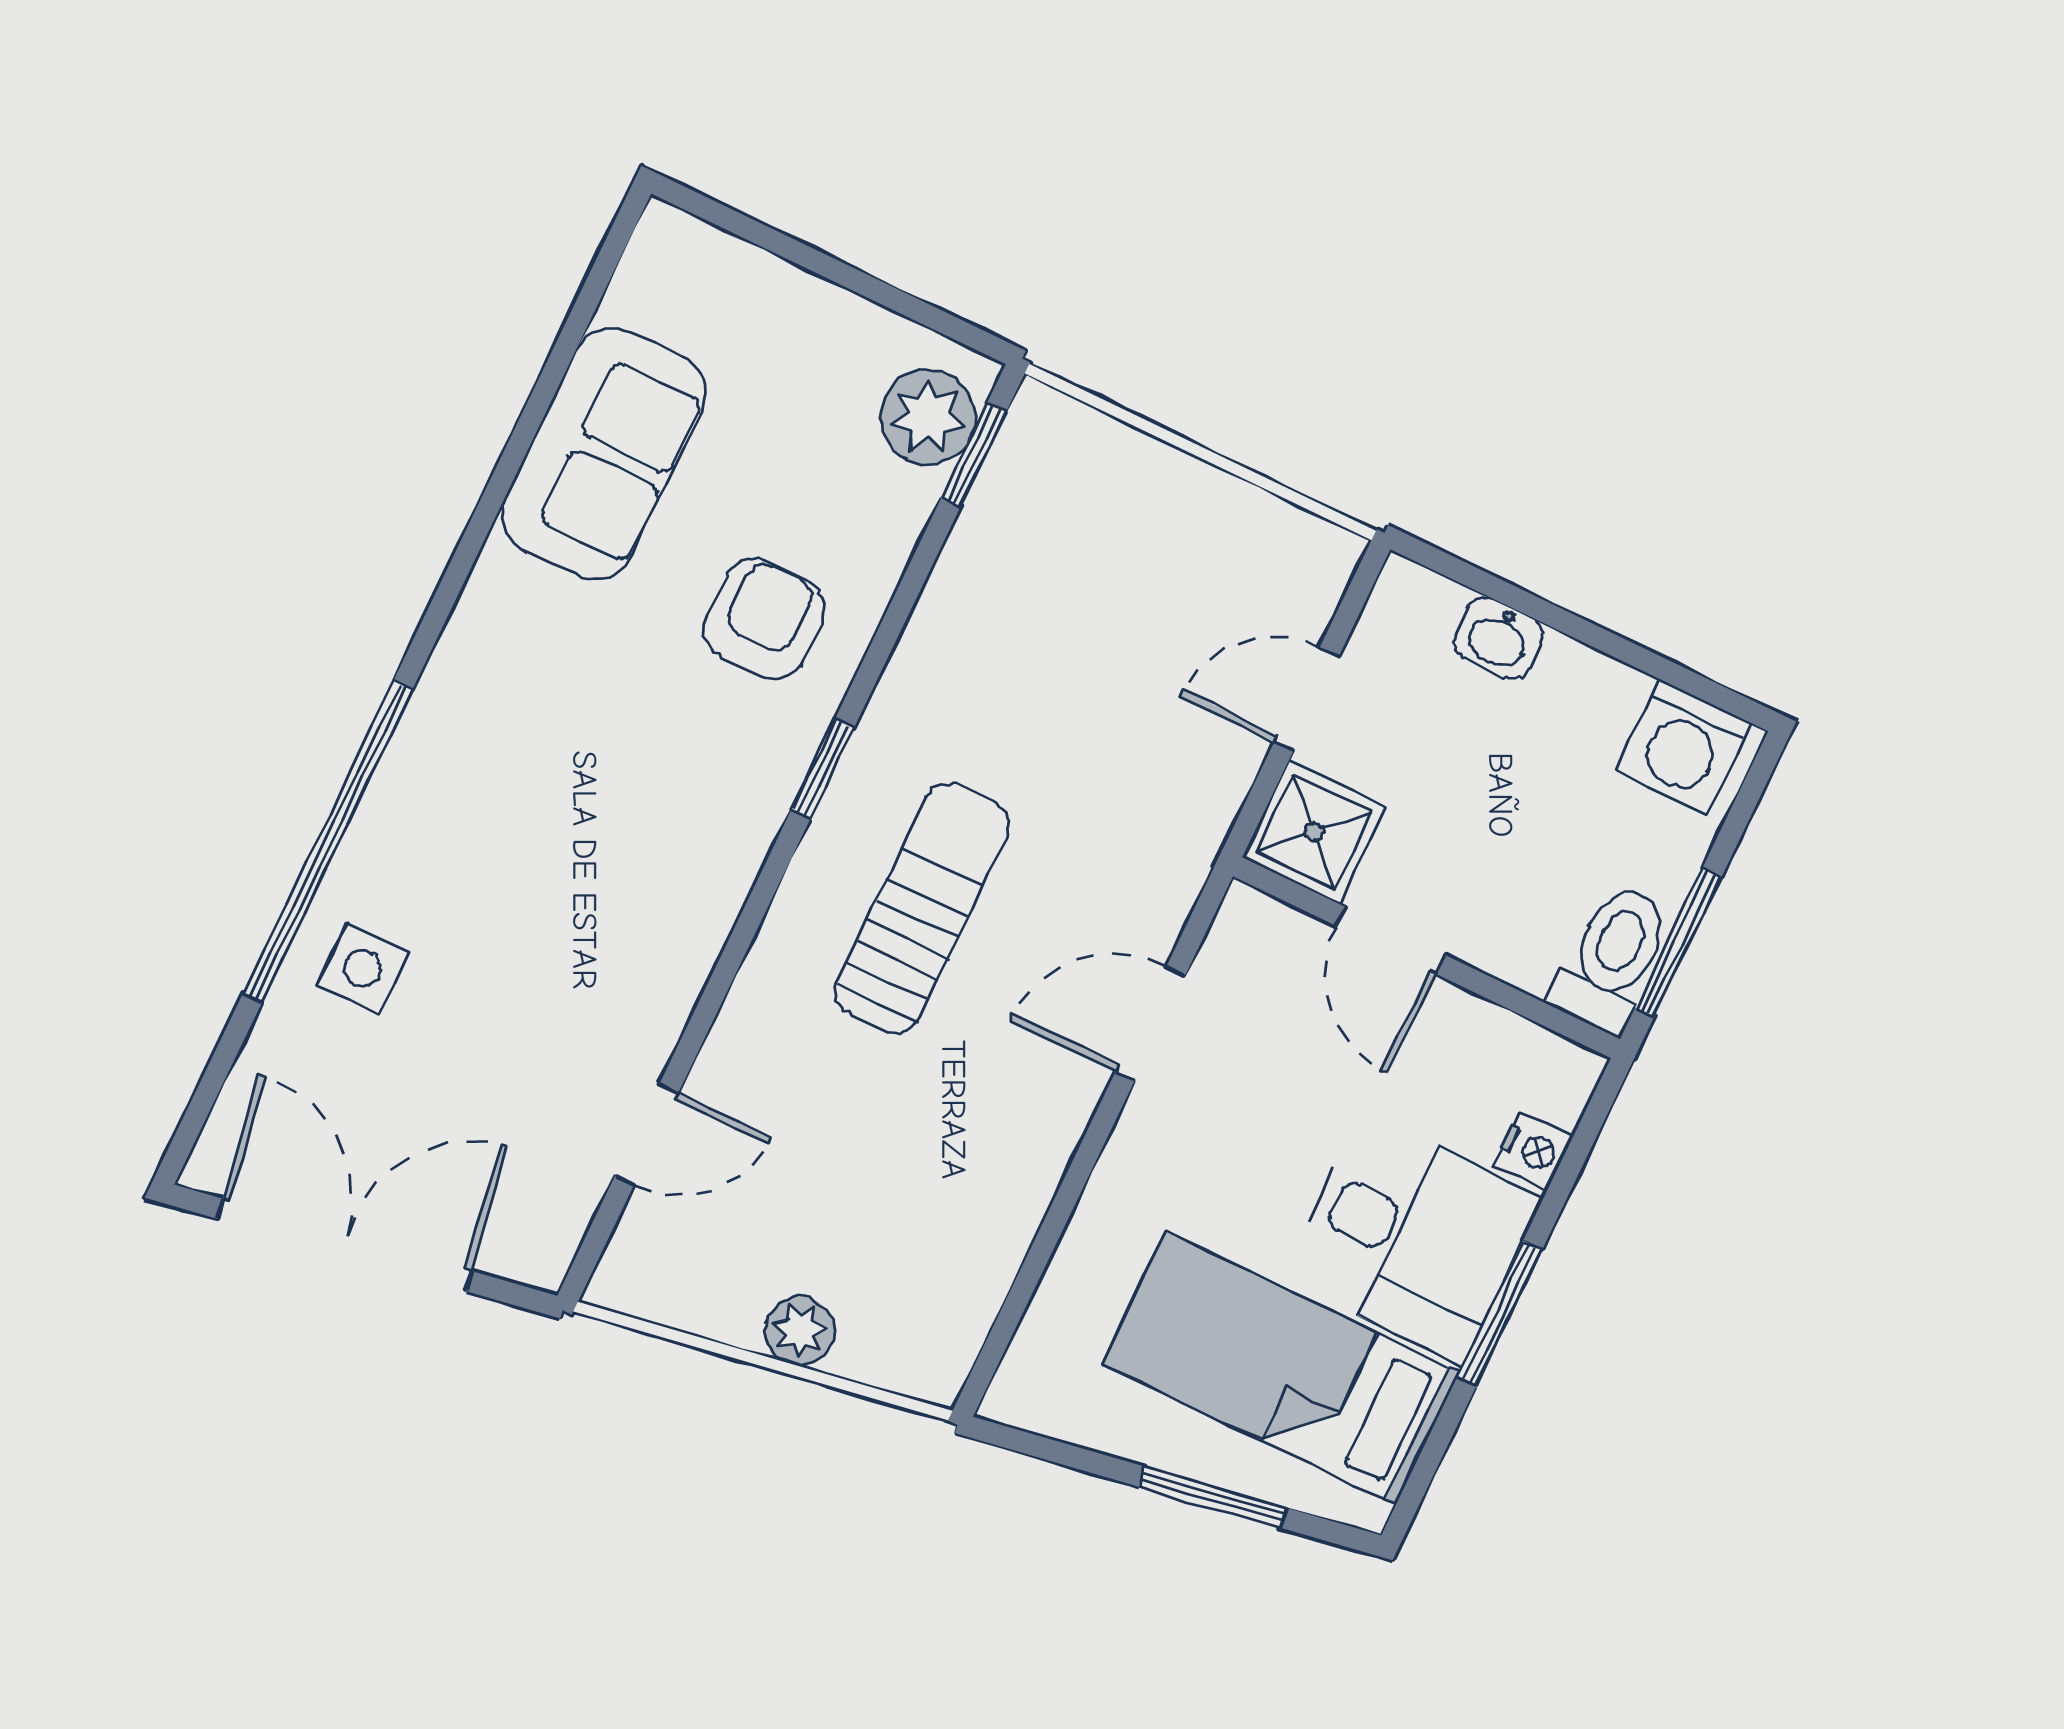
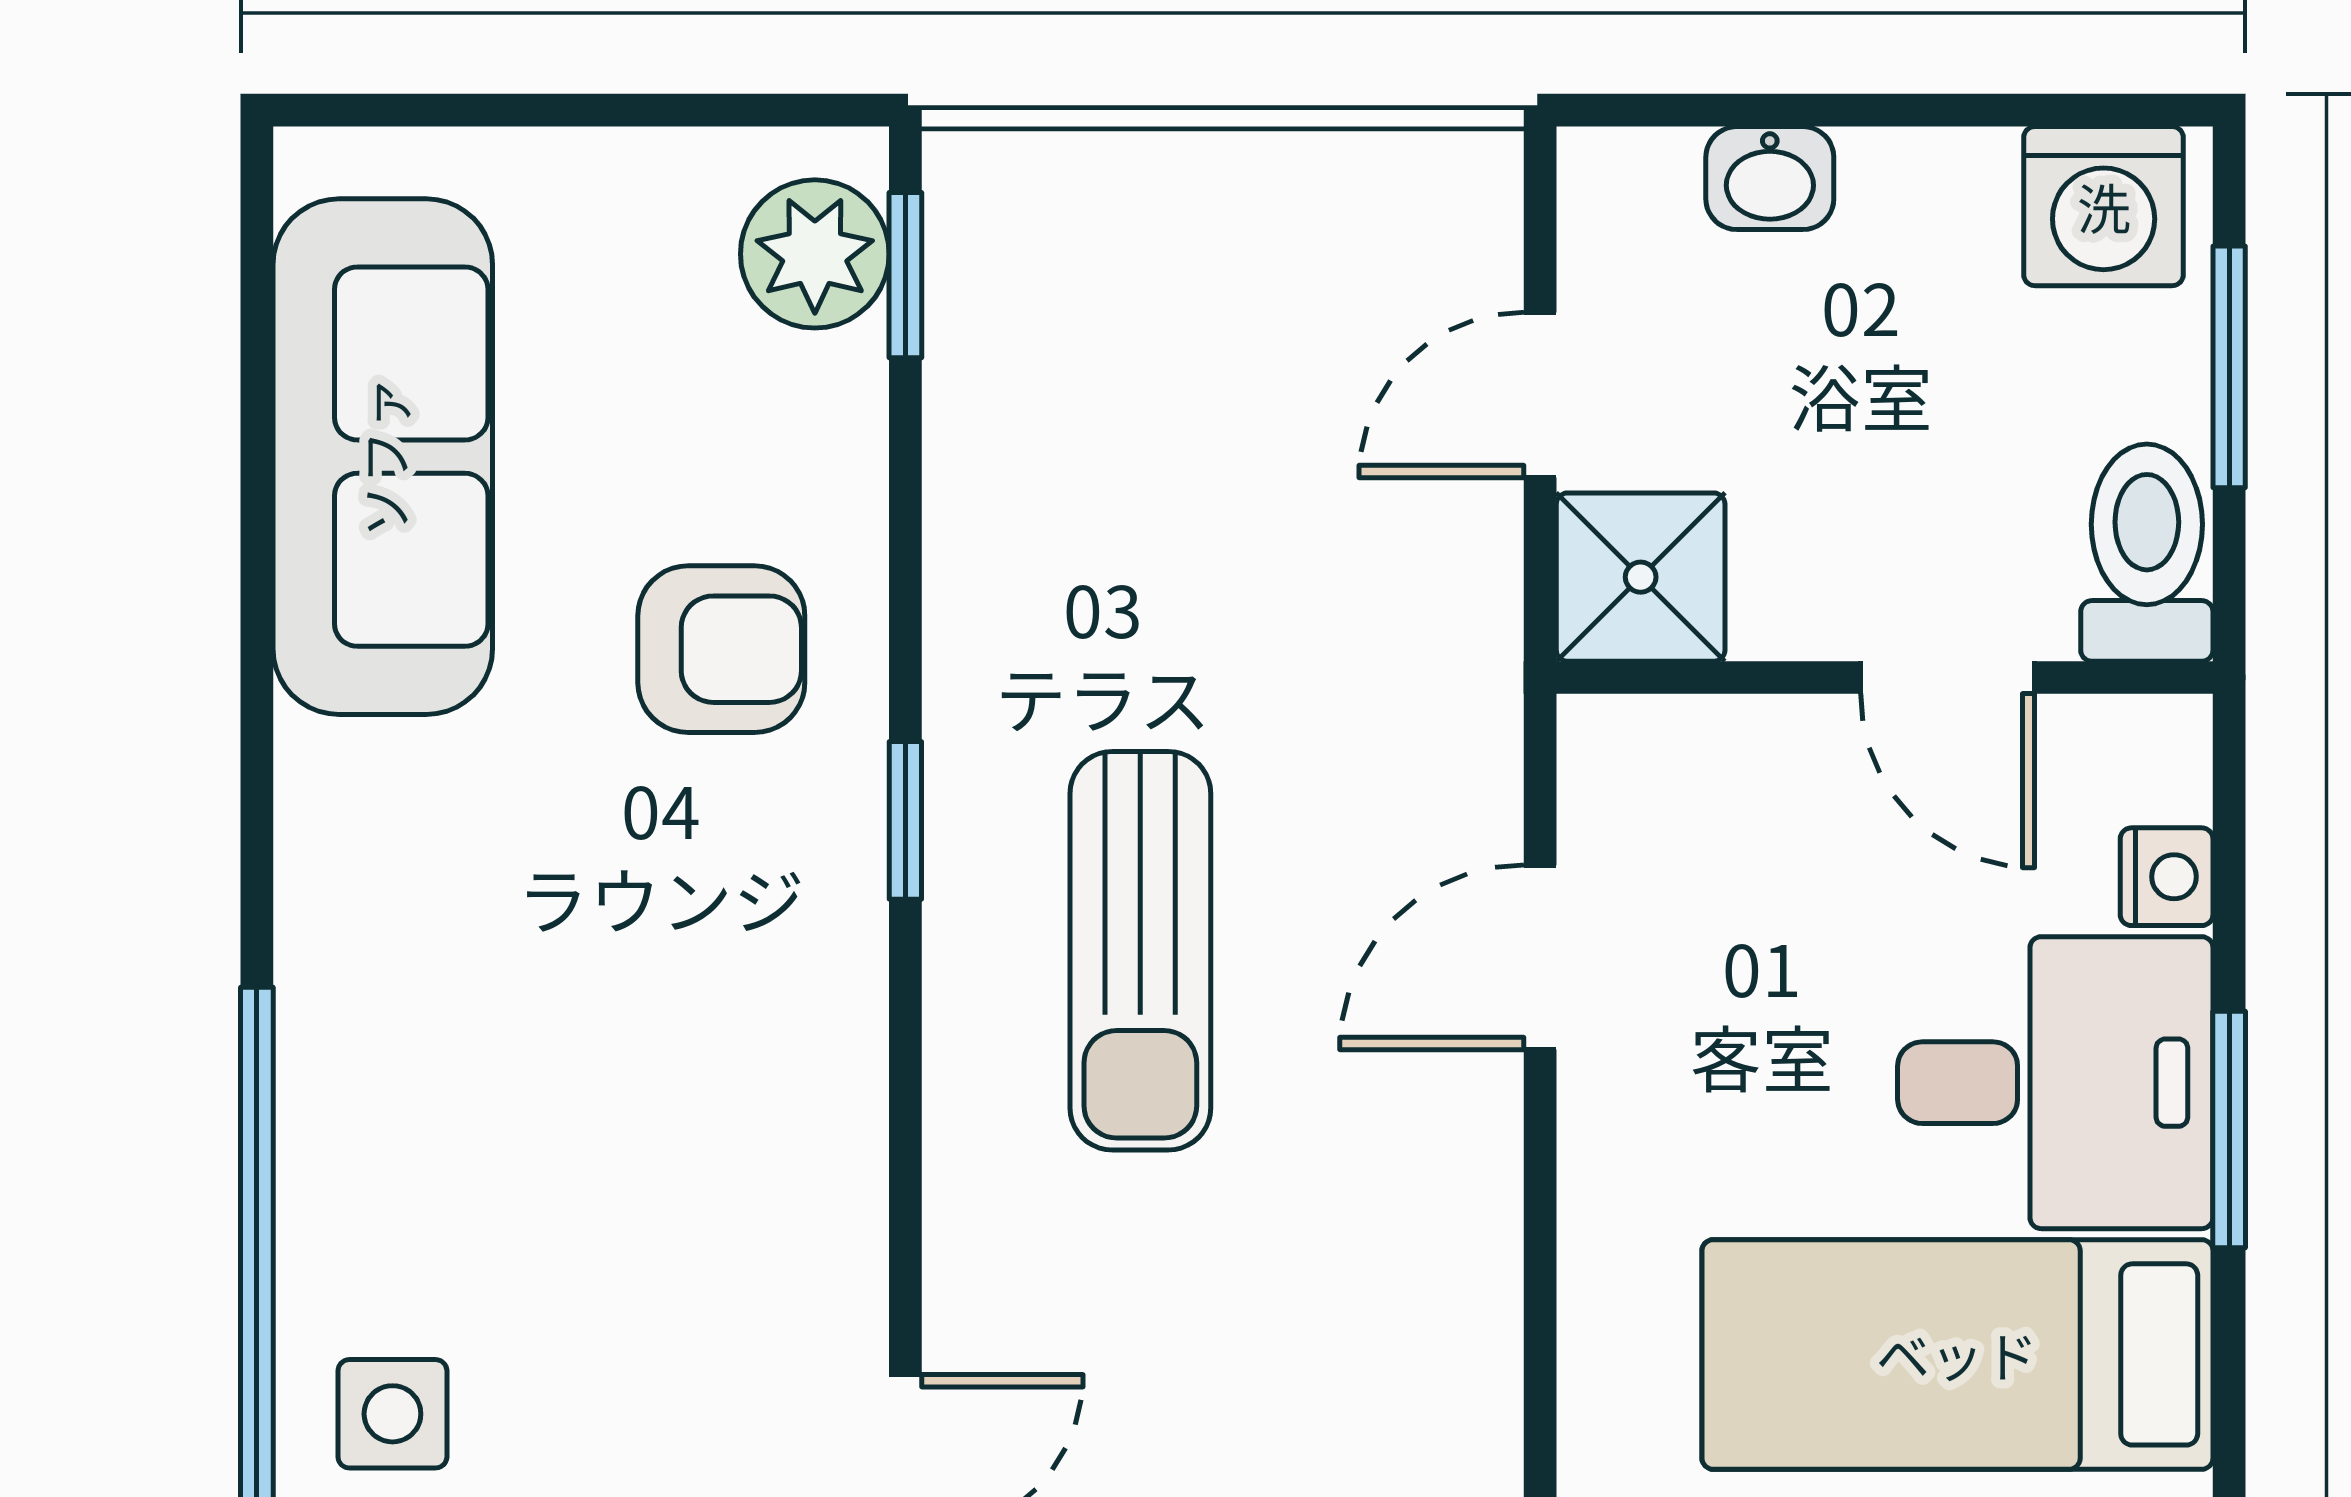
sofa: (604, 453) -> (383, 457), width x1.36
armchair: (764, 619) -> (721, 649), turned 90
sun lounger: (922, 909) -> (1140, 951), turned 180
door: (1390, 940) -> (1948, 678), moved
window: (1678, 943) -> (2229, 367), moved

